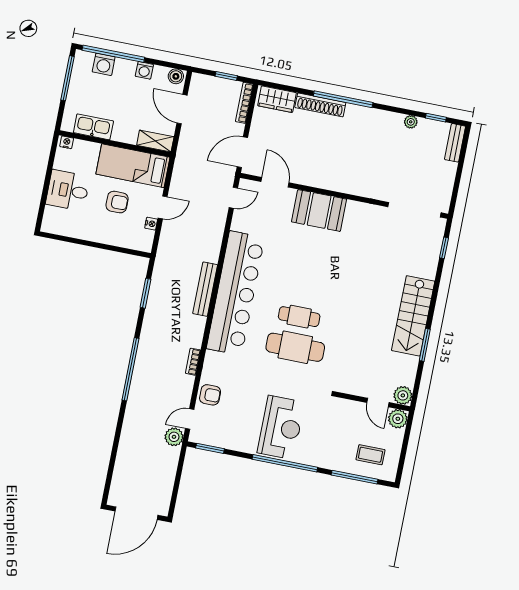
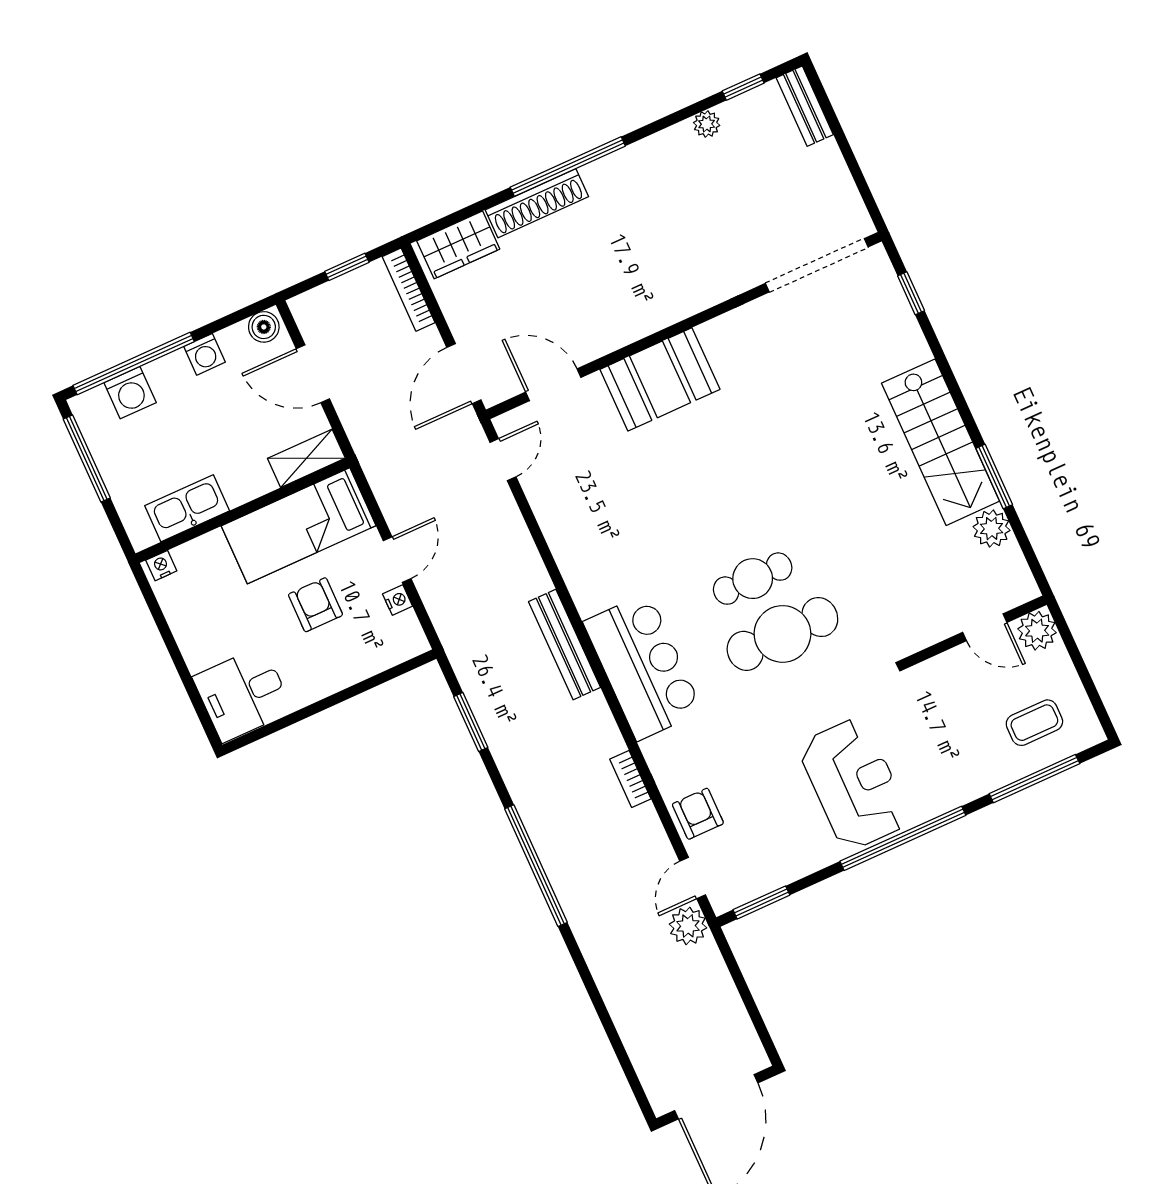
desk: (68, 190) -> (243, 694), moved
armchair: (117, 202) -> (315, 605), turned -90
bar counter: (236, 293) -> (643, 667), width x0.54
armchair: (210, 395) -> (698, 814), turned -90
plant: (403, 395) -> (992, 529), moved

